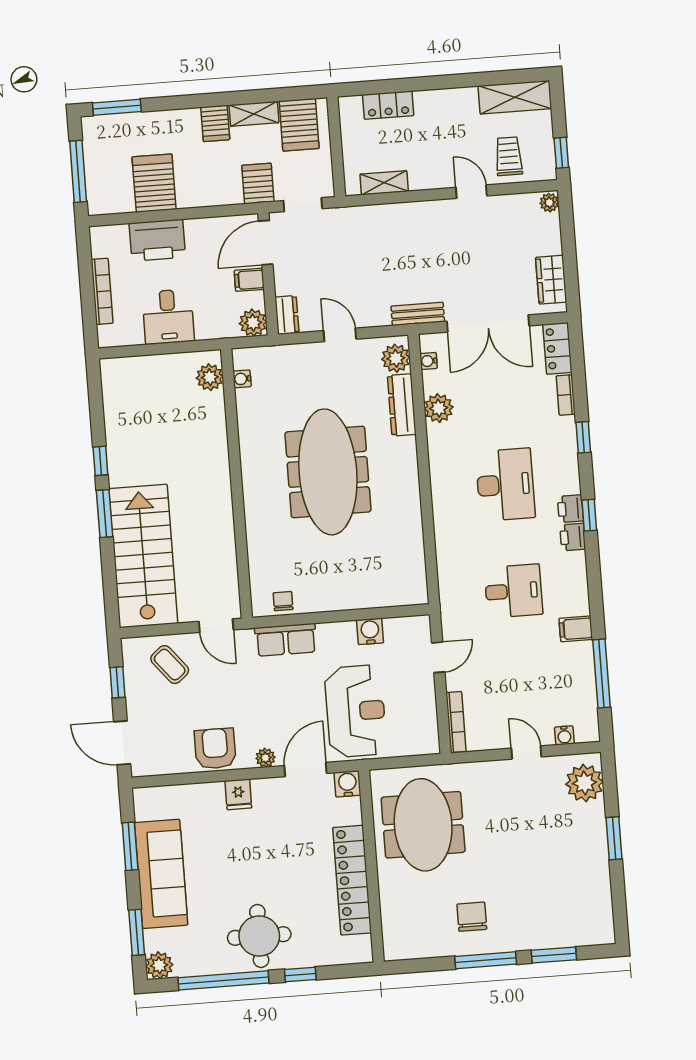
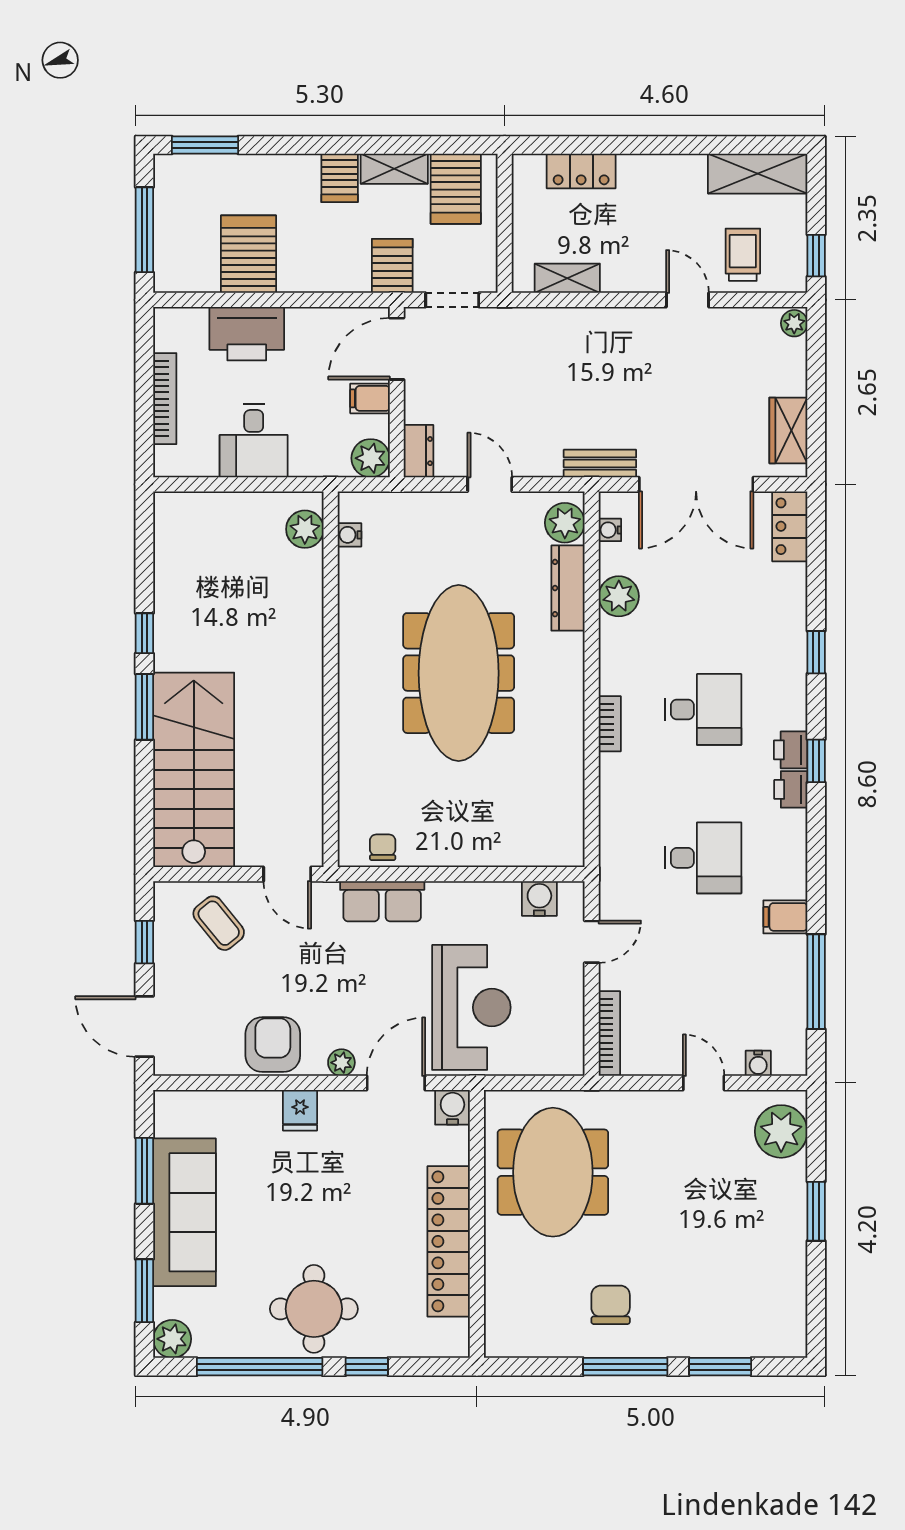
bookcase: (566, 395) -> (610, 724), moved, turned 180
desk: (505, 485) -> (703, 709), width x0.73
water cooler: (370, 631) -> (539, 899), moved

